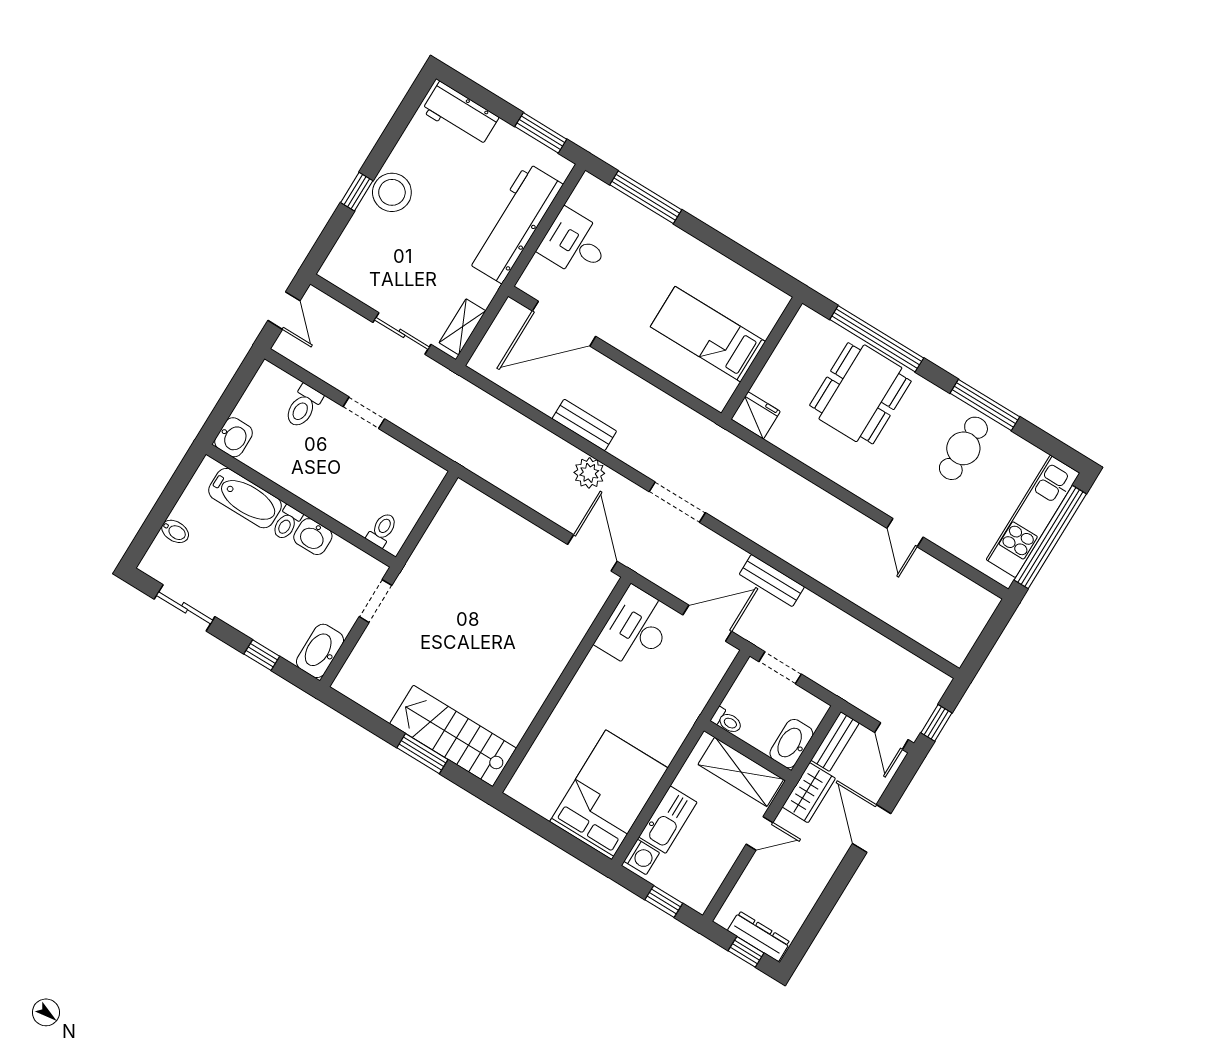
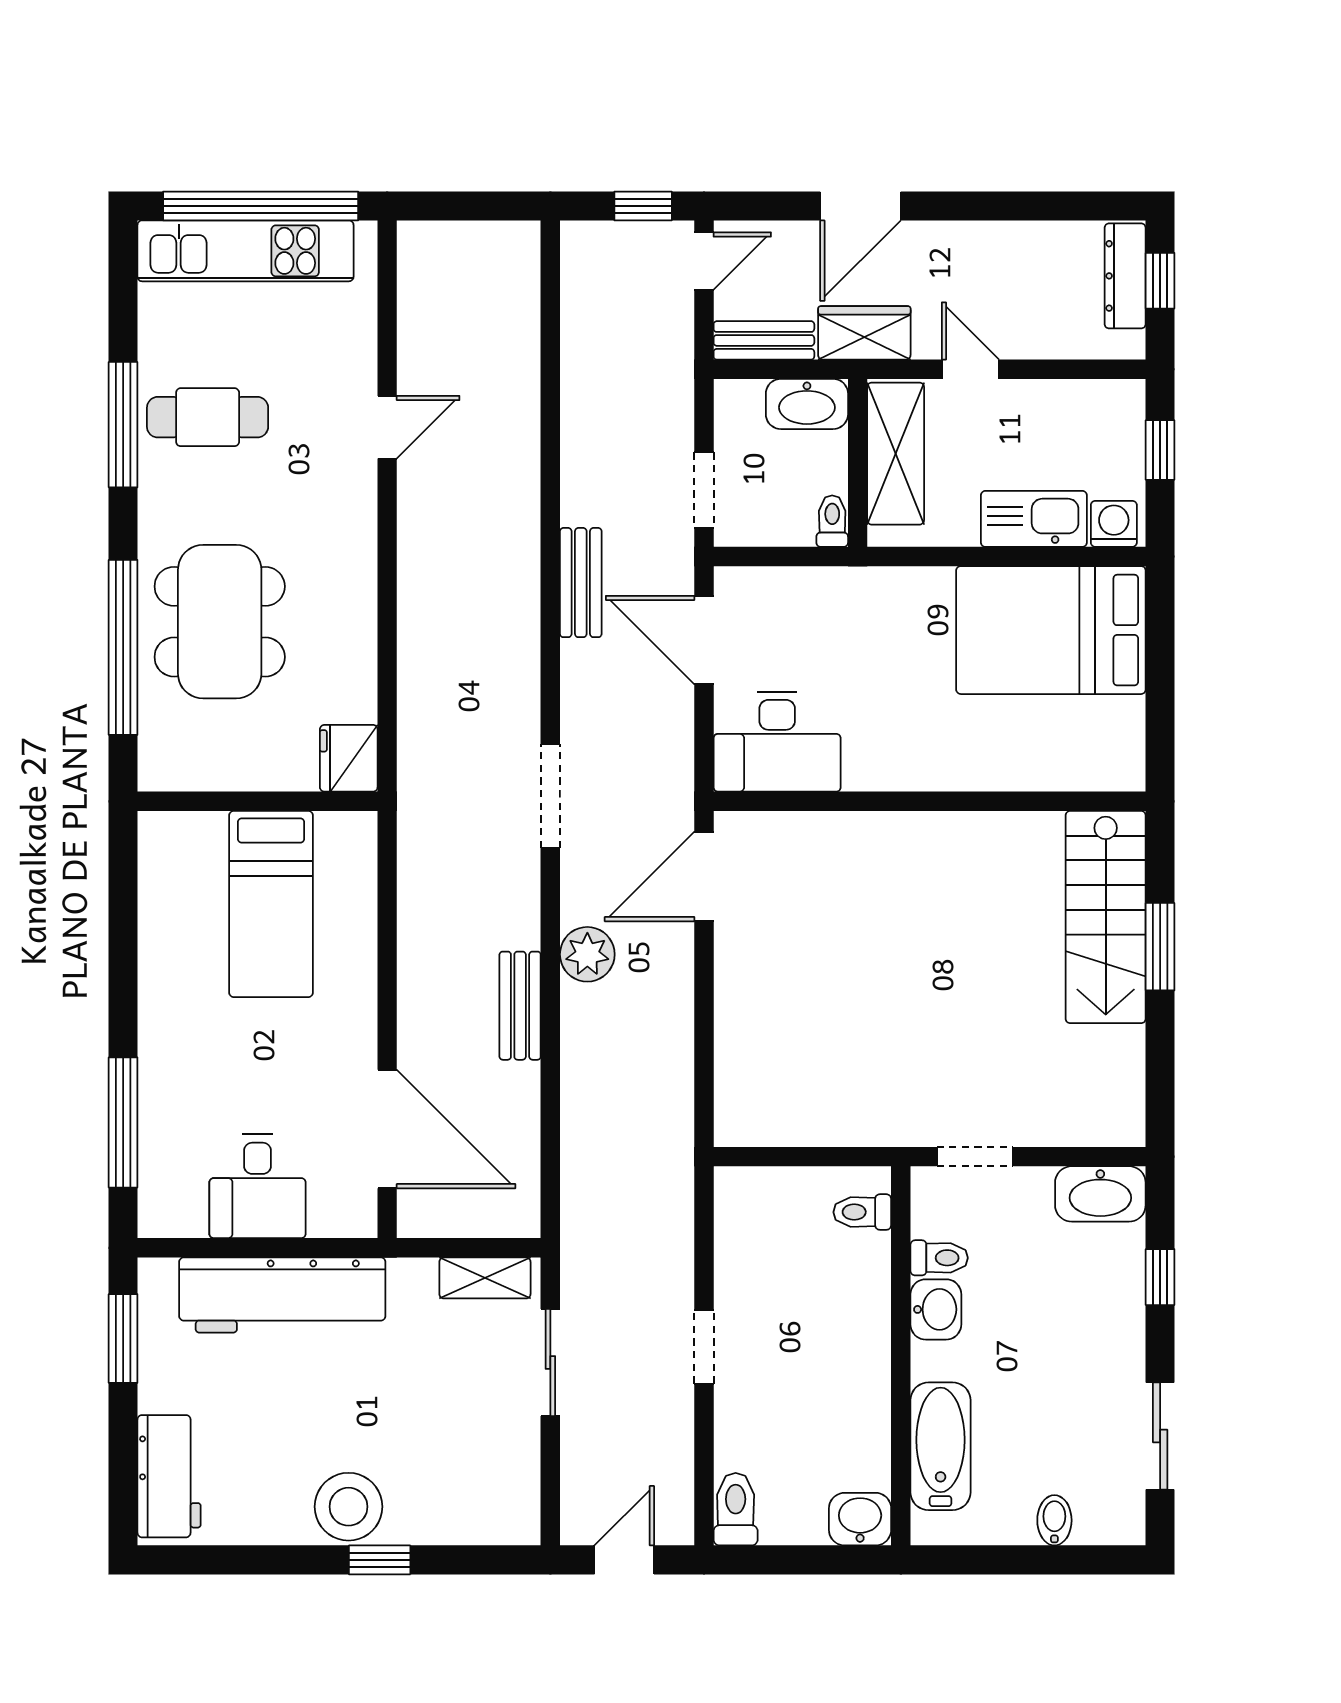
dining table: (860, 393) -> (220, 622), turned 90
toilet: (303, 406) -> (736, 1509), moved, turned -90
toilet: (287, 523) -> (939, 1258), moved

